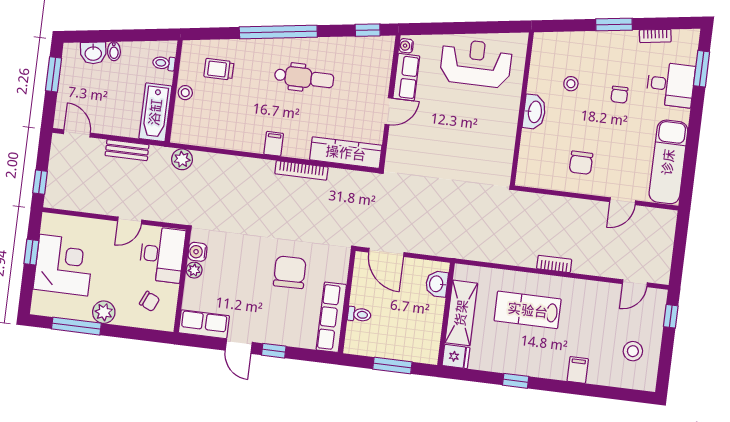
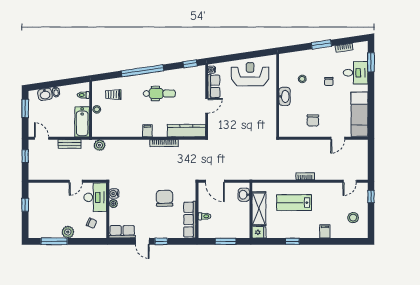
window: (40, 182) -> (25, 156), moved
corner desk: (64, 265) -> (43, 210), removed

